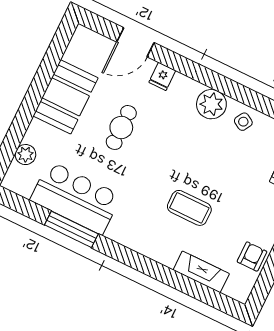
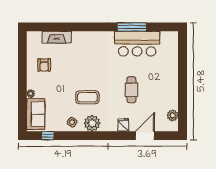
booth: (66, 97) -> (167, 92), removed
plant: (25, 155) -> (173, 115), moved
coffee table: (189, 208) -> (87, 97), moved
armchair: (252, 257) -> (44, 65), moved

